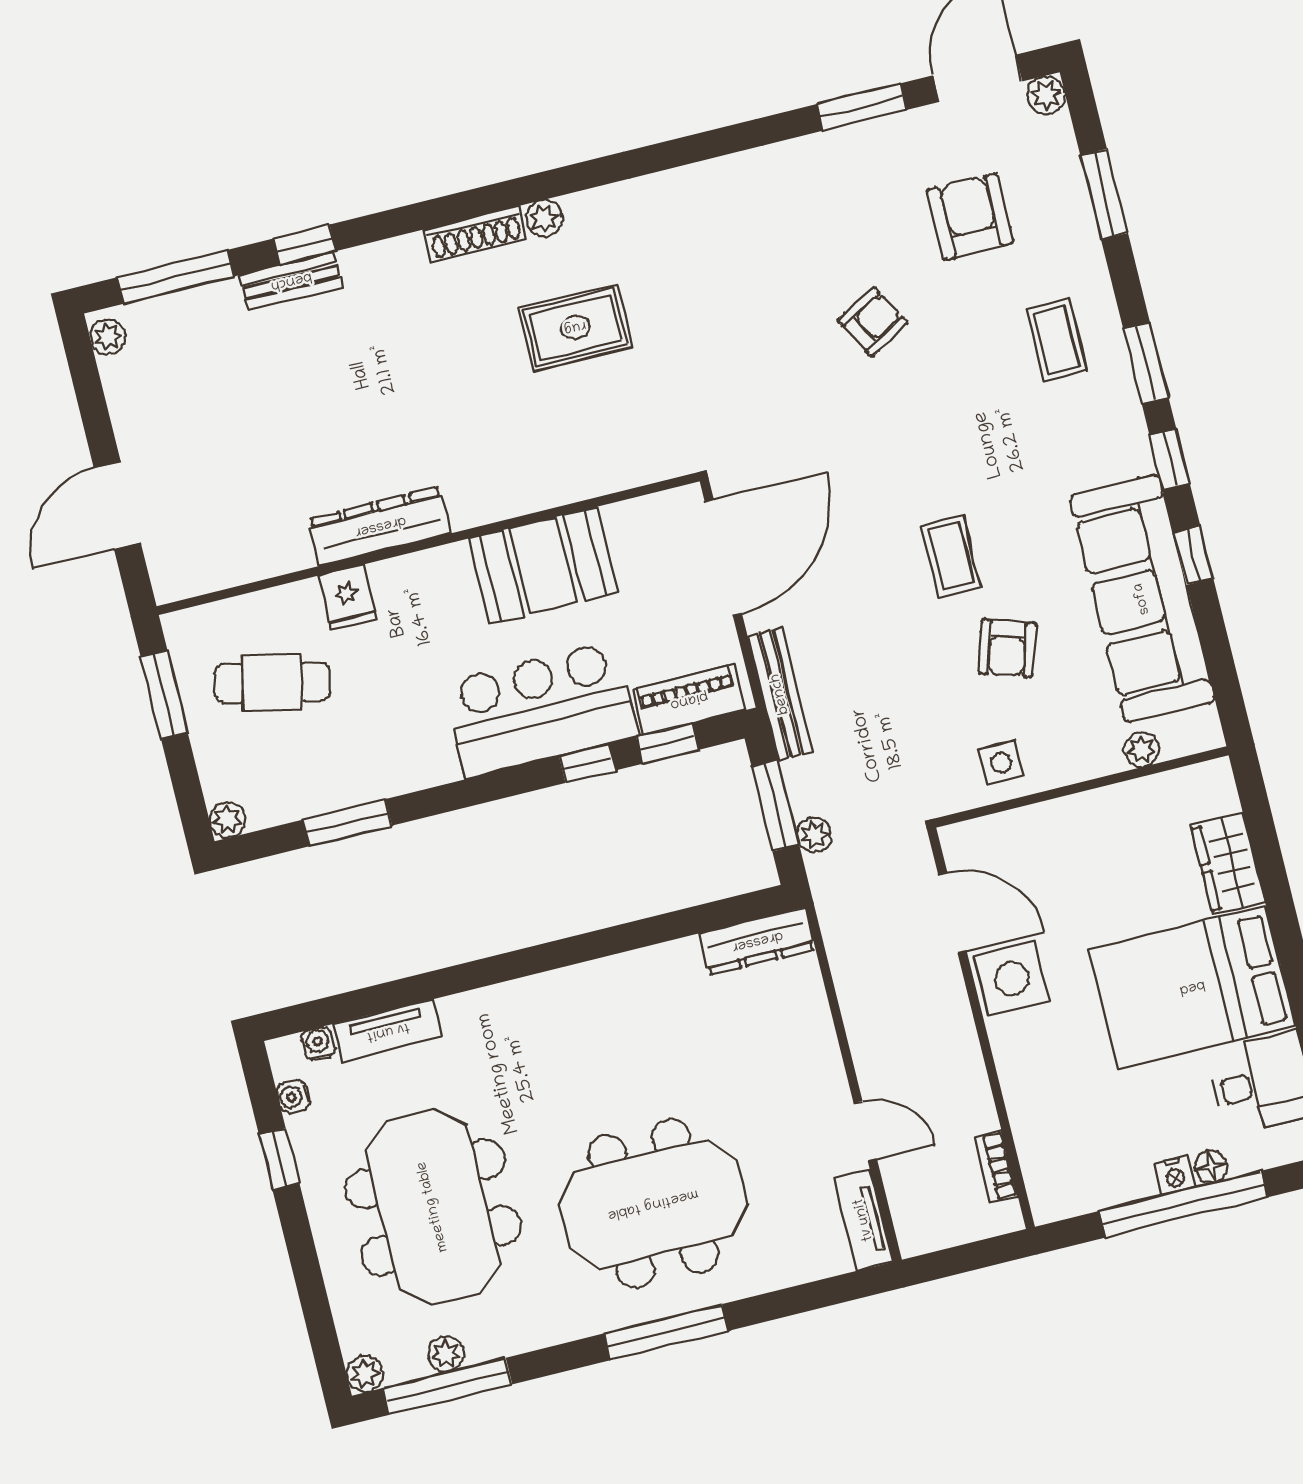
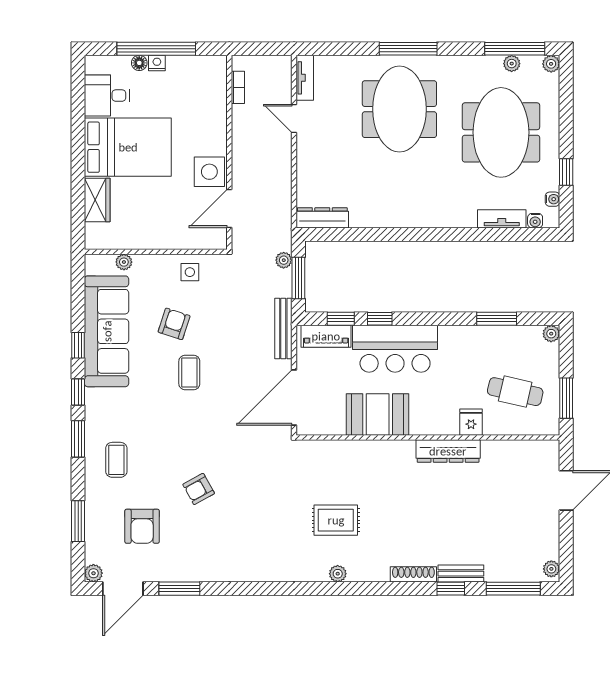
shoe rack: (475, 234) -> (413, 574), moved
door: (953, 913) -> (229, 209), hinge flipped
meeting table: (653, 1204) -> (399, 109), turned 90

